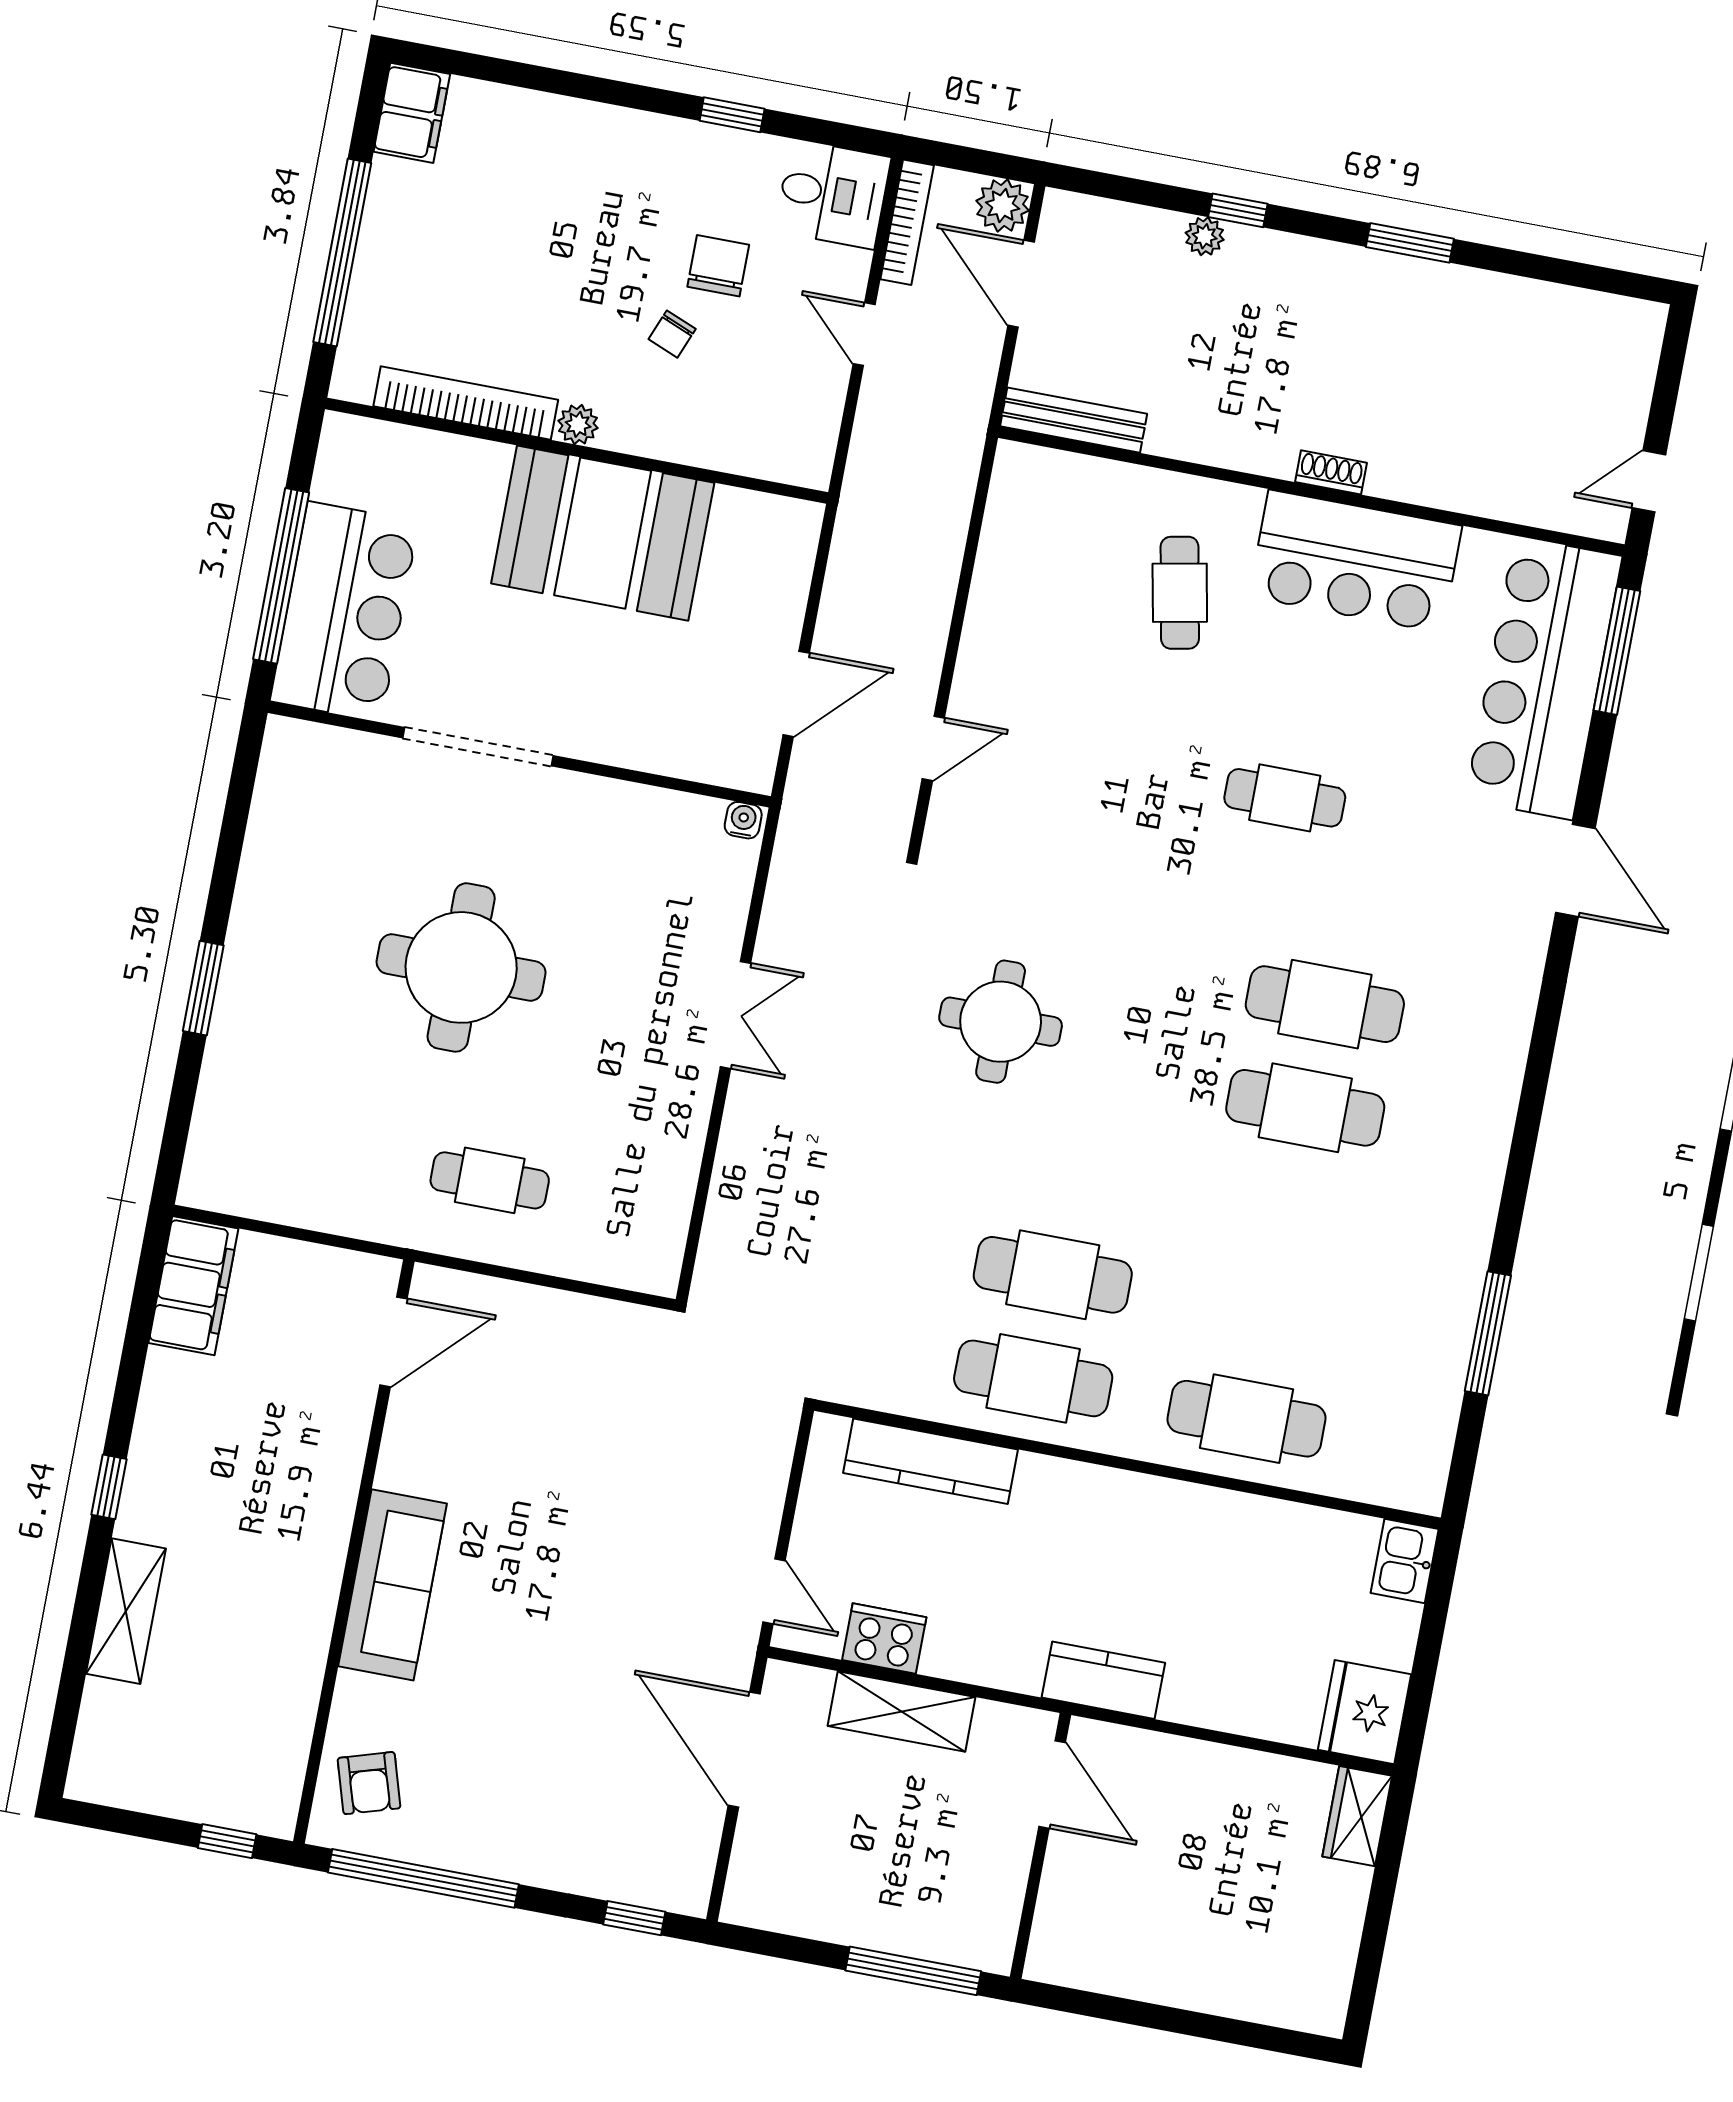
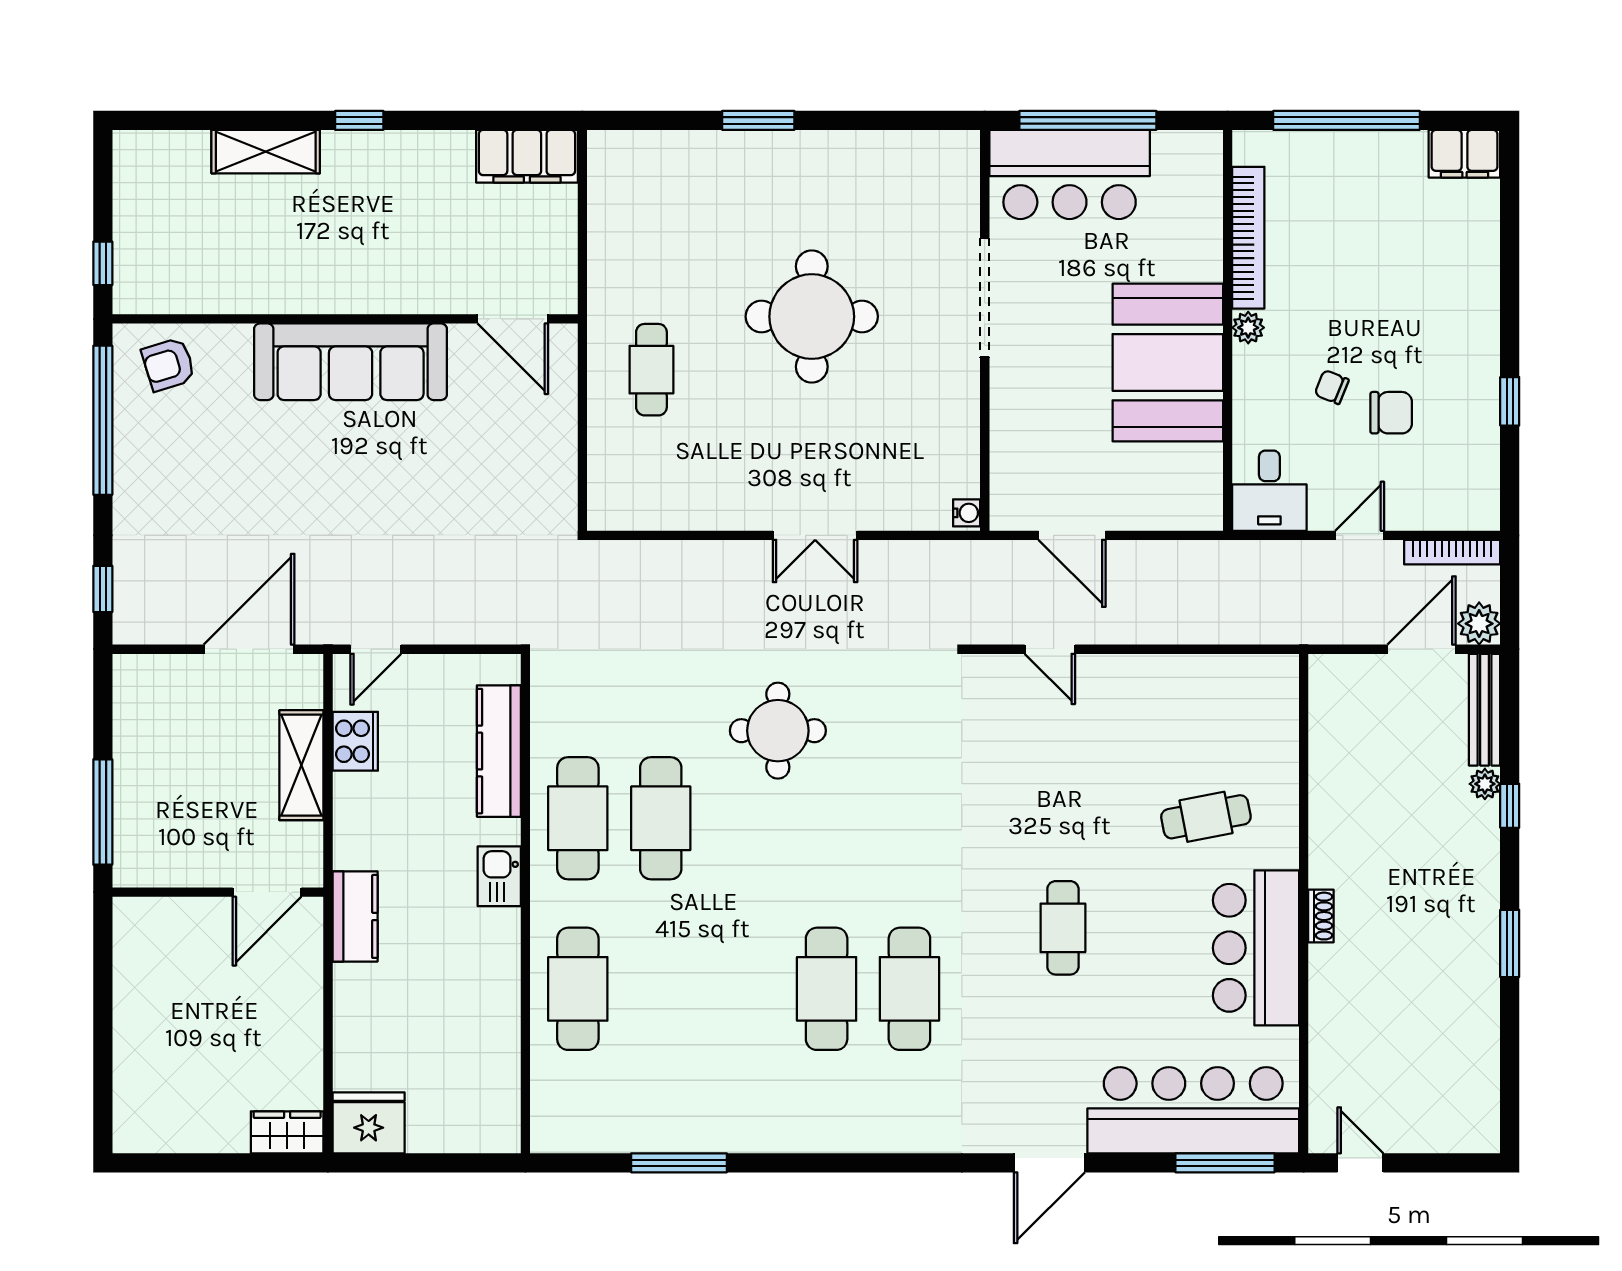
desk: (833, 194) -> (1269, 491), moved
bench: (1074, 420) -> (1485, 710), moved
round table: (1001, 1022) -> (778, 731), moved
kitchen sink: (1405, 1561) -> (499, 876), moved, turned -90
sofa: (392, 1585) -> (351, 362), width x1.36, depth x1.27

